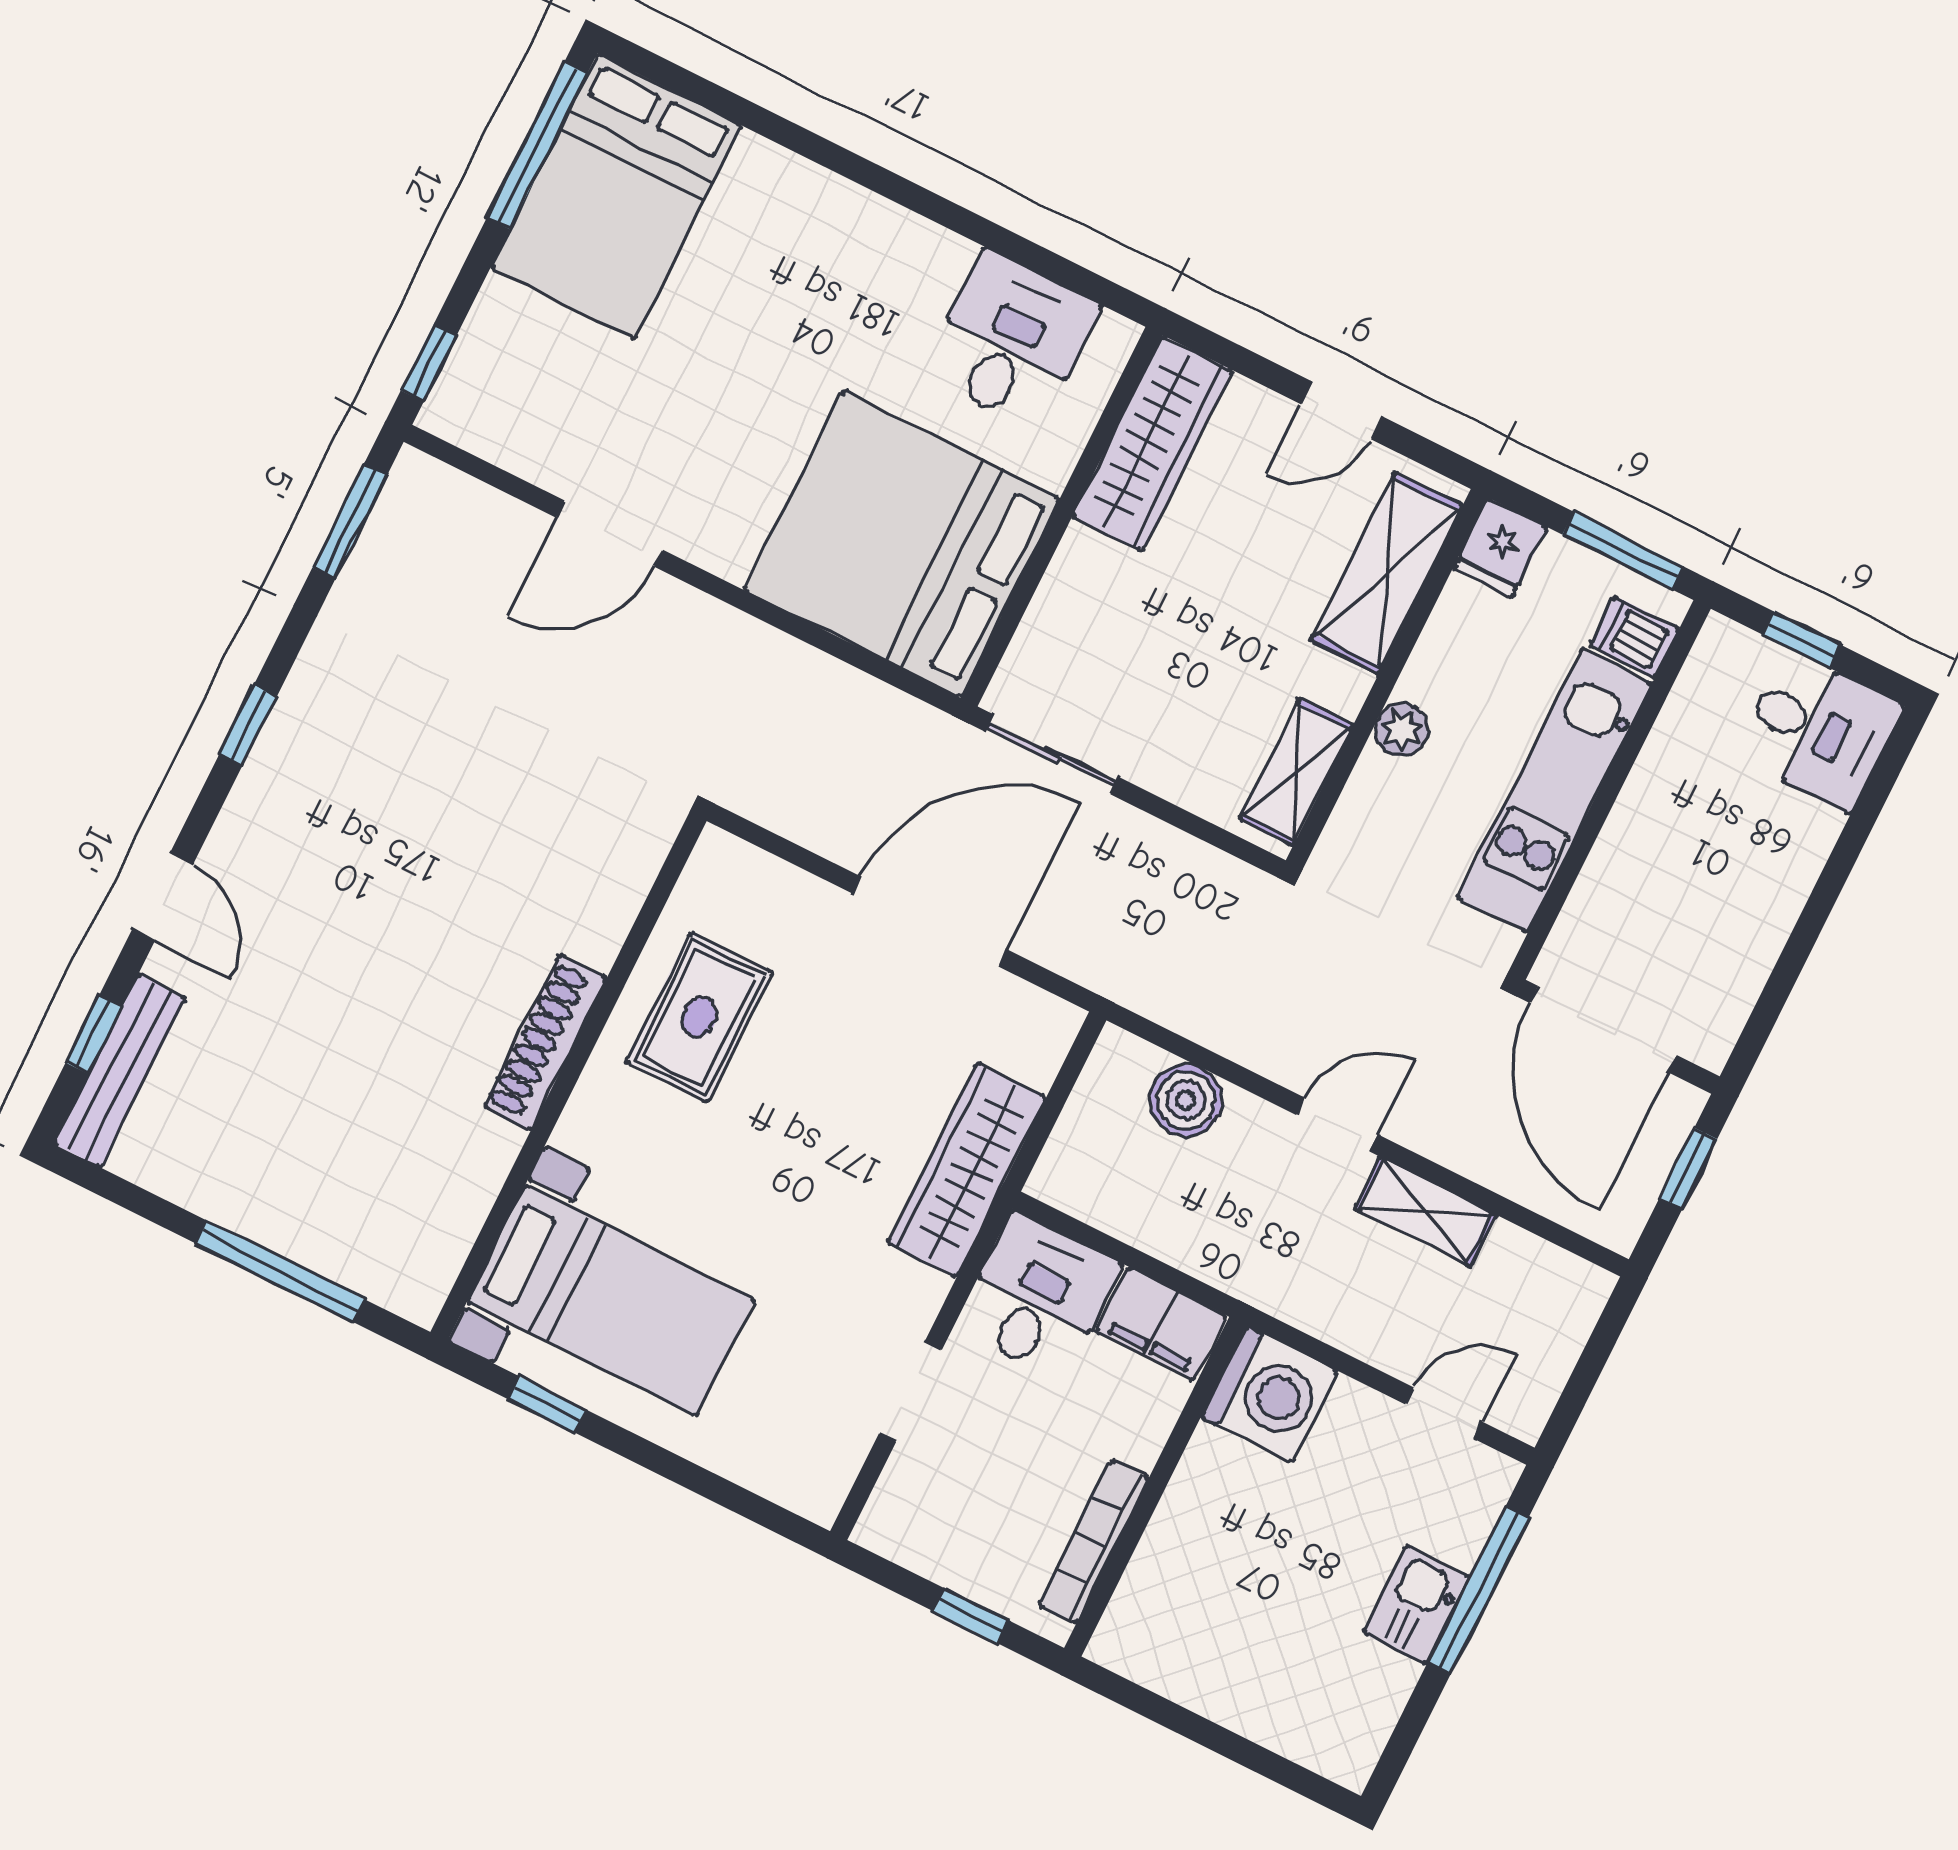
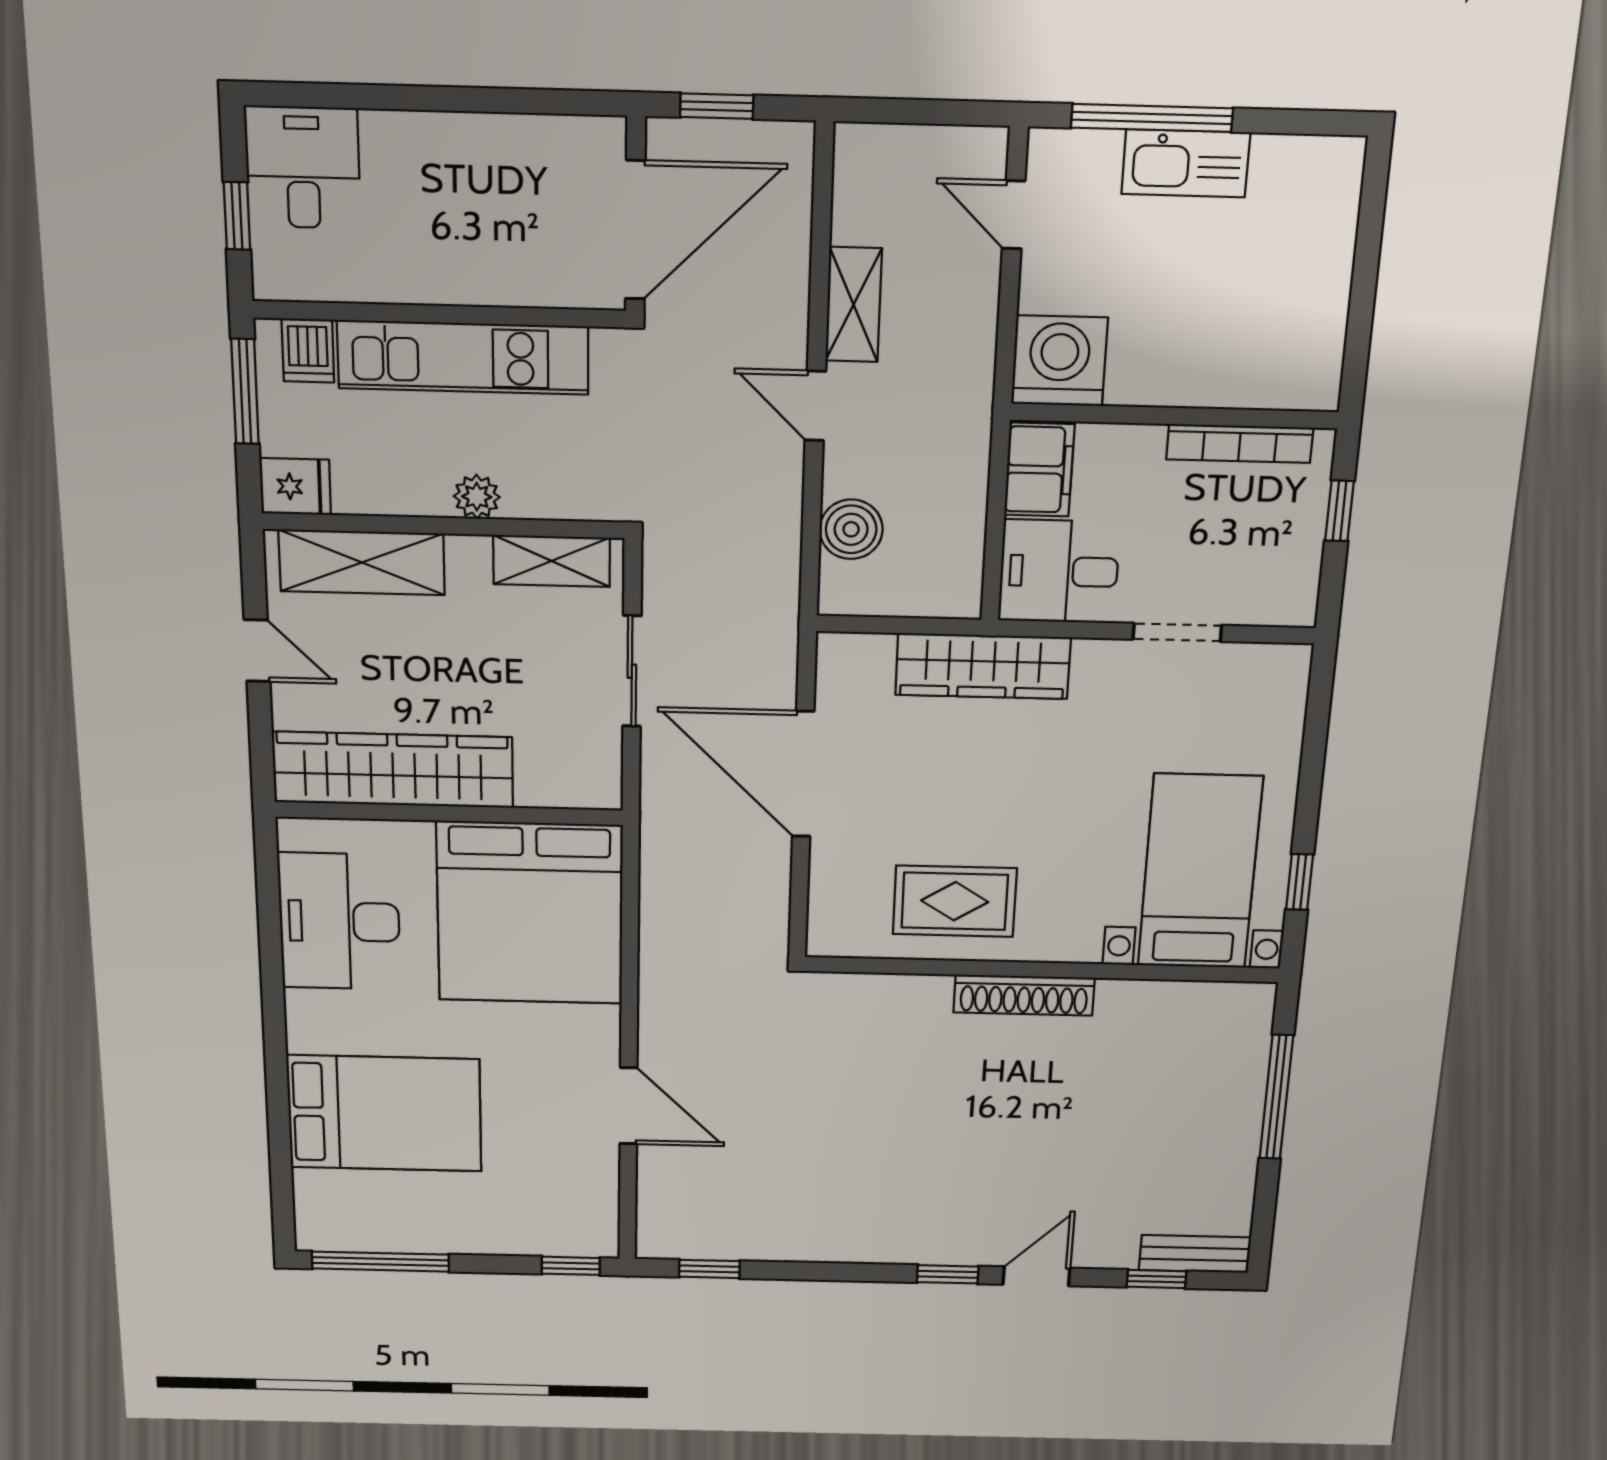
bed: (616, 197) -> (384, 1113), moved
desk: (1011, 340) -> (339, 921), width x1.37
wardrobe: (1152, 443) -> (393, 770), width x1.40, depth x1.17
window: (350, 522) -> (709, 1269), width x0.67
window: (248, 725) -> (948, 1274), moved
sliding door: (1052, 754) -> (632, 671), moved
bench: (120, 1071) -> (1195, 1254), width x0.73
kitchen sink: (1416, 1605) -> (1186, 163), width x1.38

